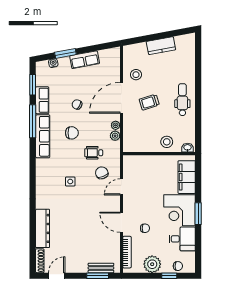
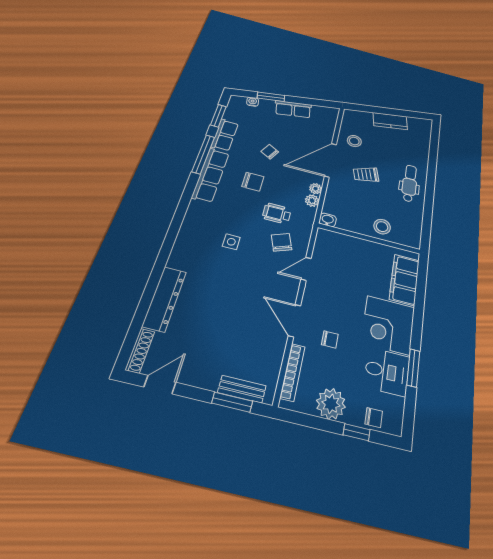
washbasin: (188, 148) -> (328, 220), moved
window: (198, 214) -> (413, 368), moved

